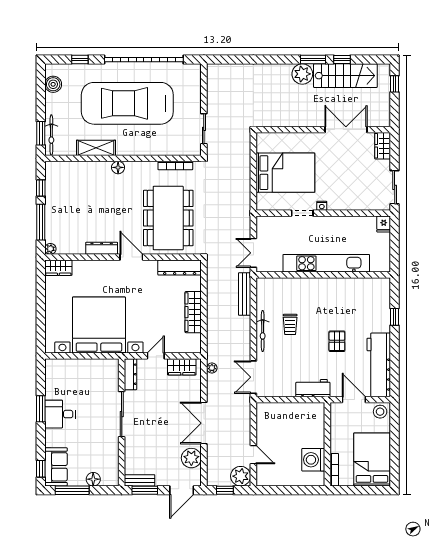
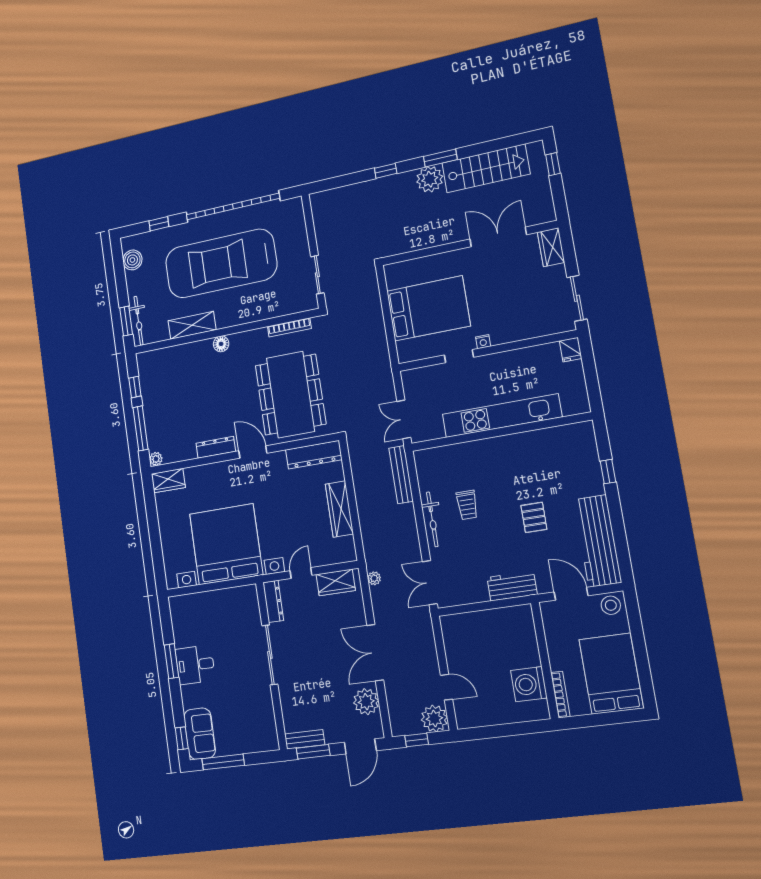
window: (342, 60) -> (386, 171), moved
floor lamp: (93, 479) -> (247, 745), removed

